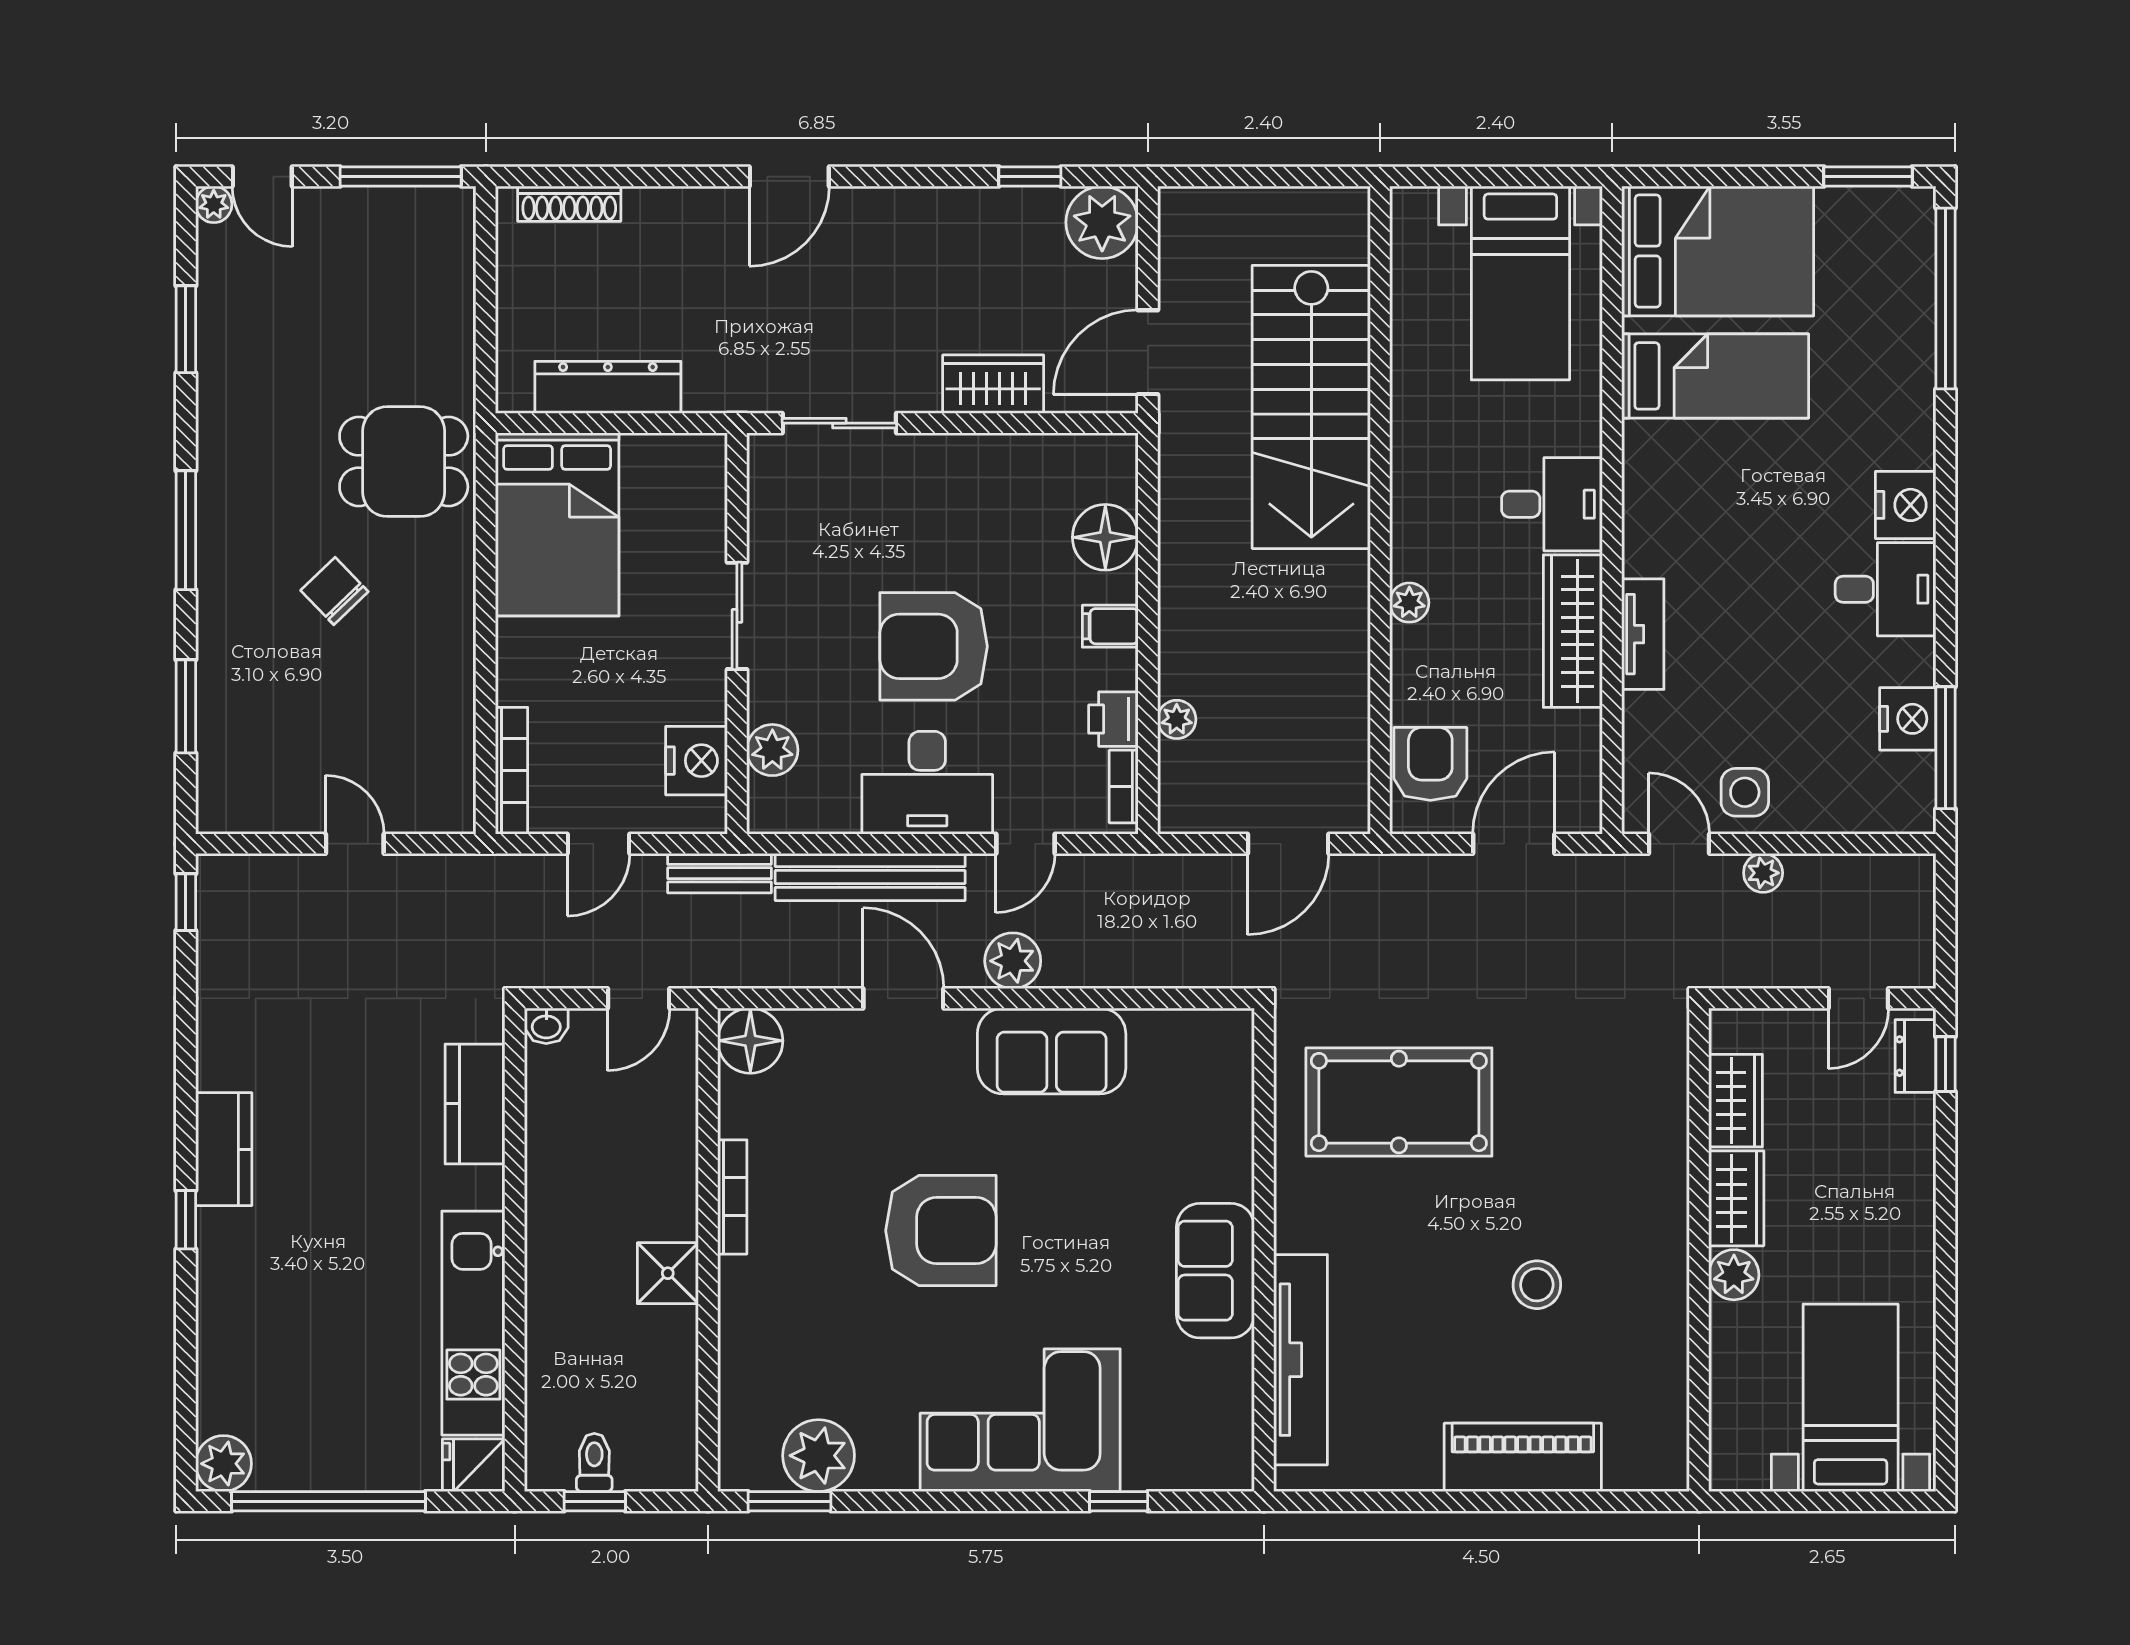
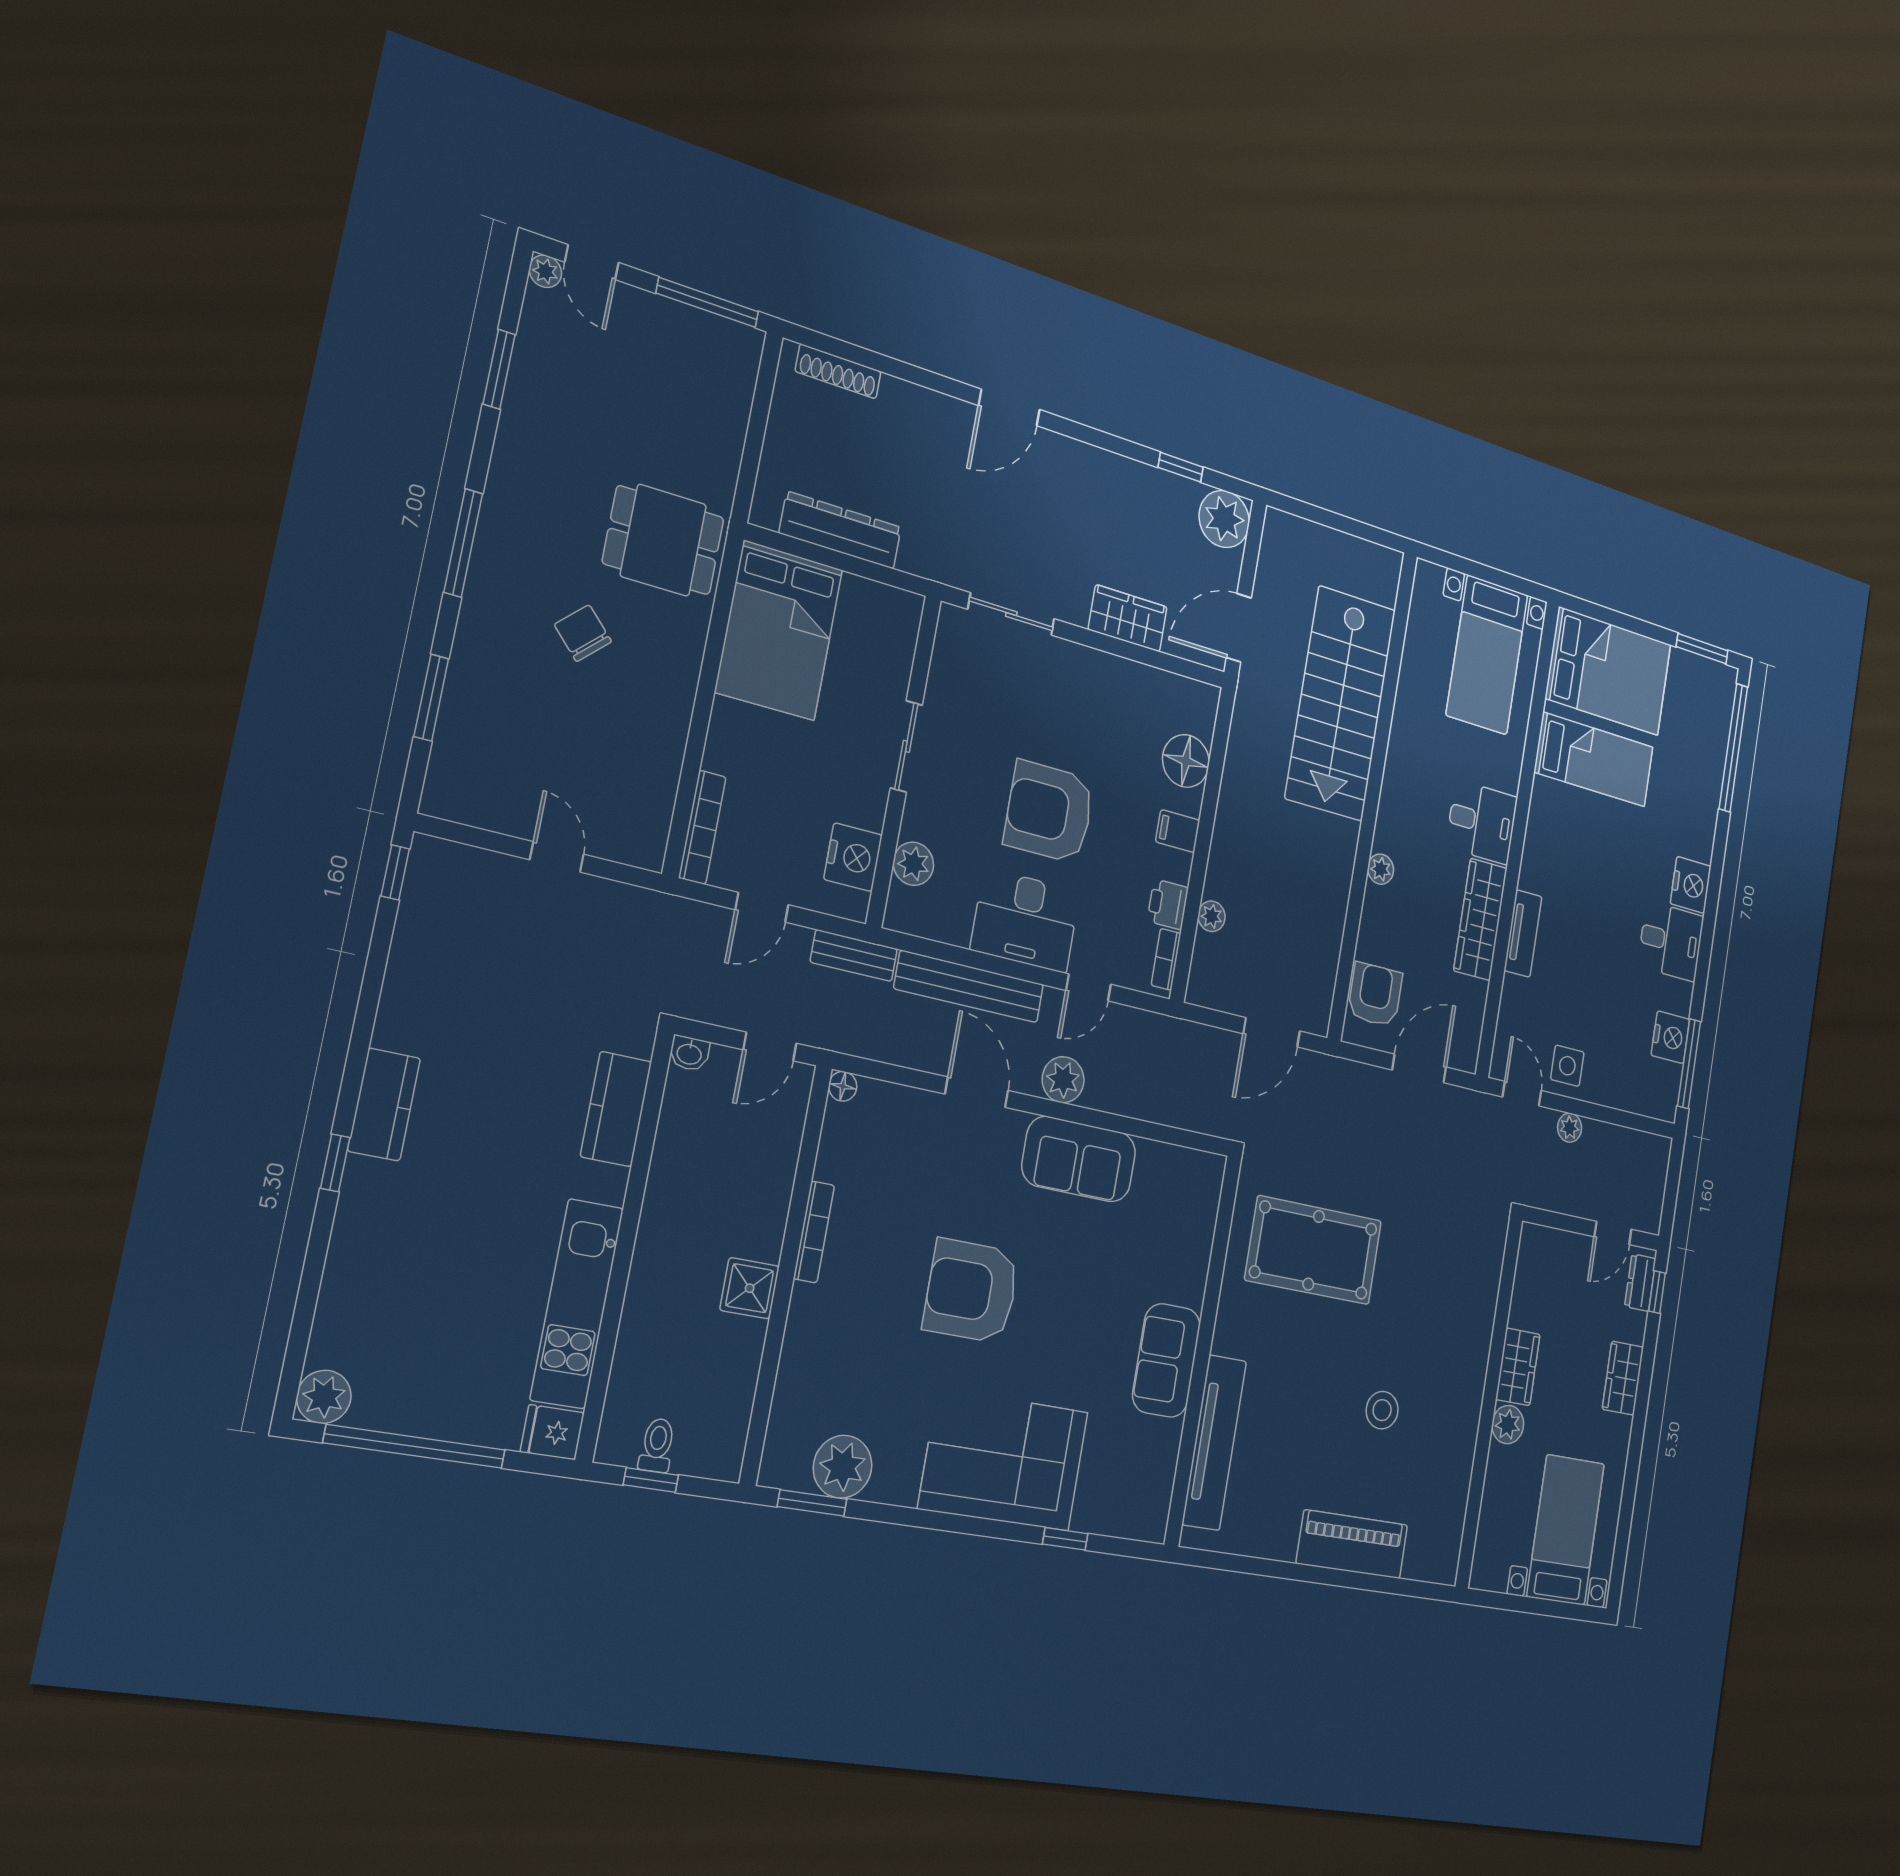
floor lamp: (750, 1041) -> (843, 1086), width x0.53, depth x0.53
wardrobe: (1736, 1101) -> (1623, 1378), moved, turned 180
armchair: (941, 1231) -> (971, 1291), turned 180

